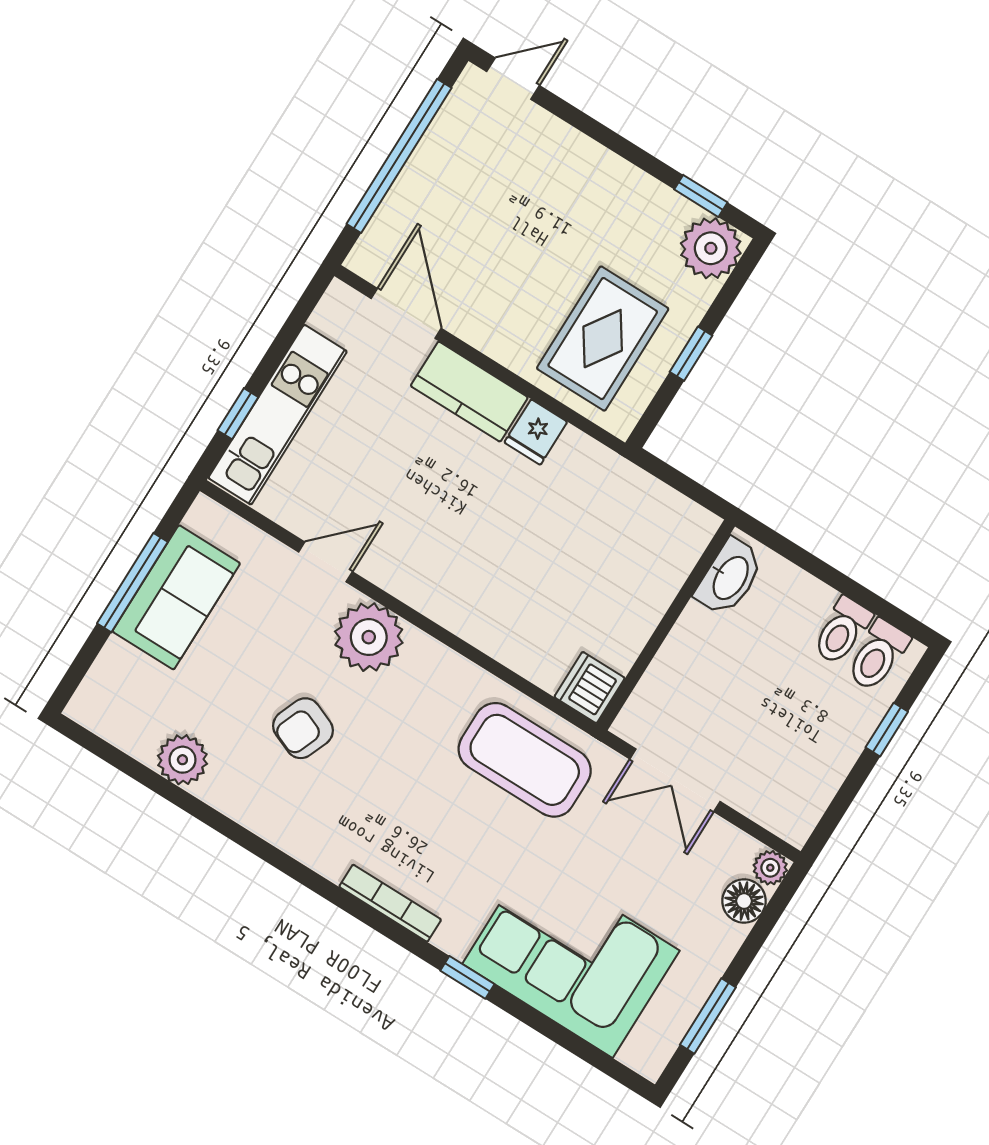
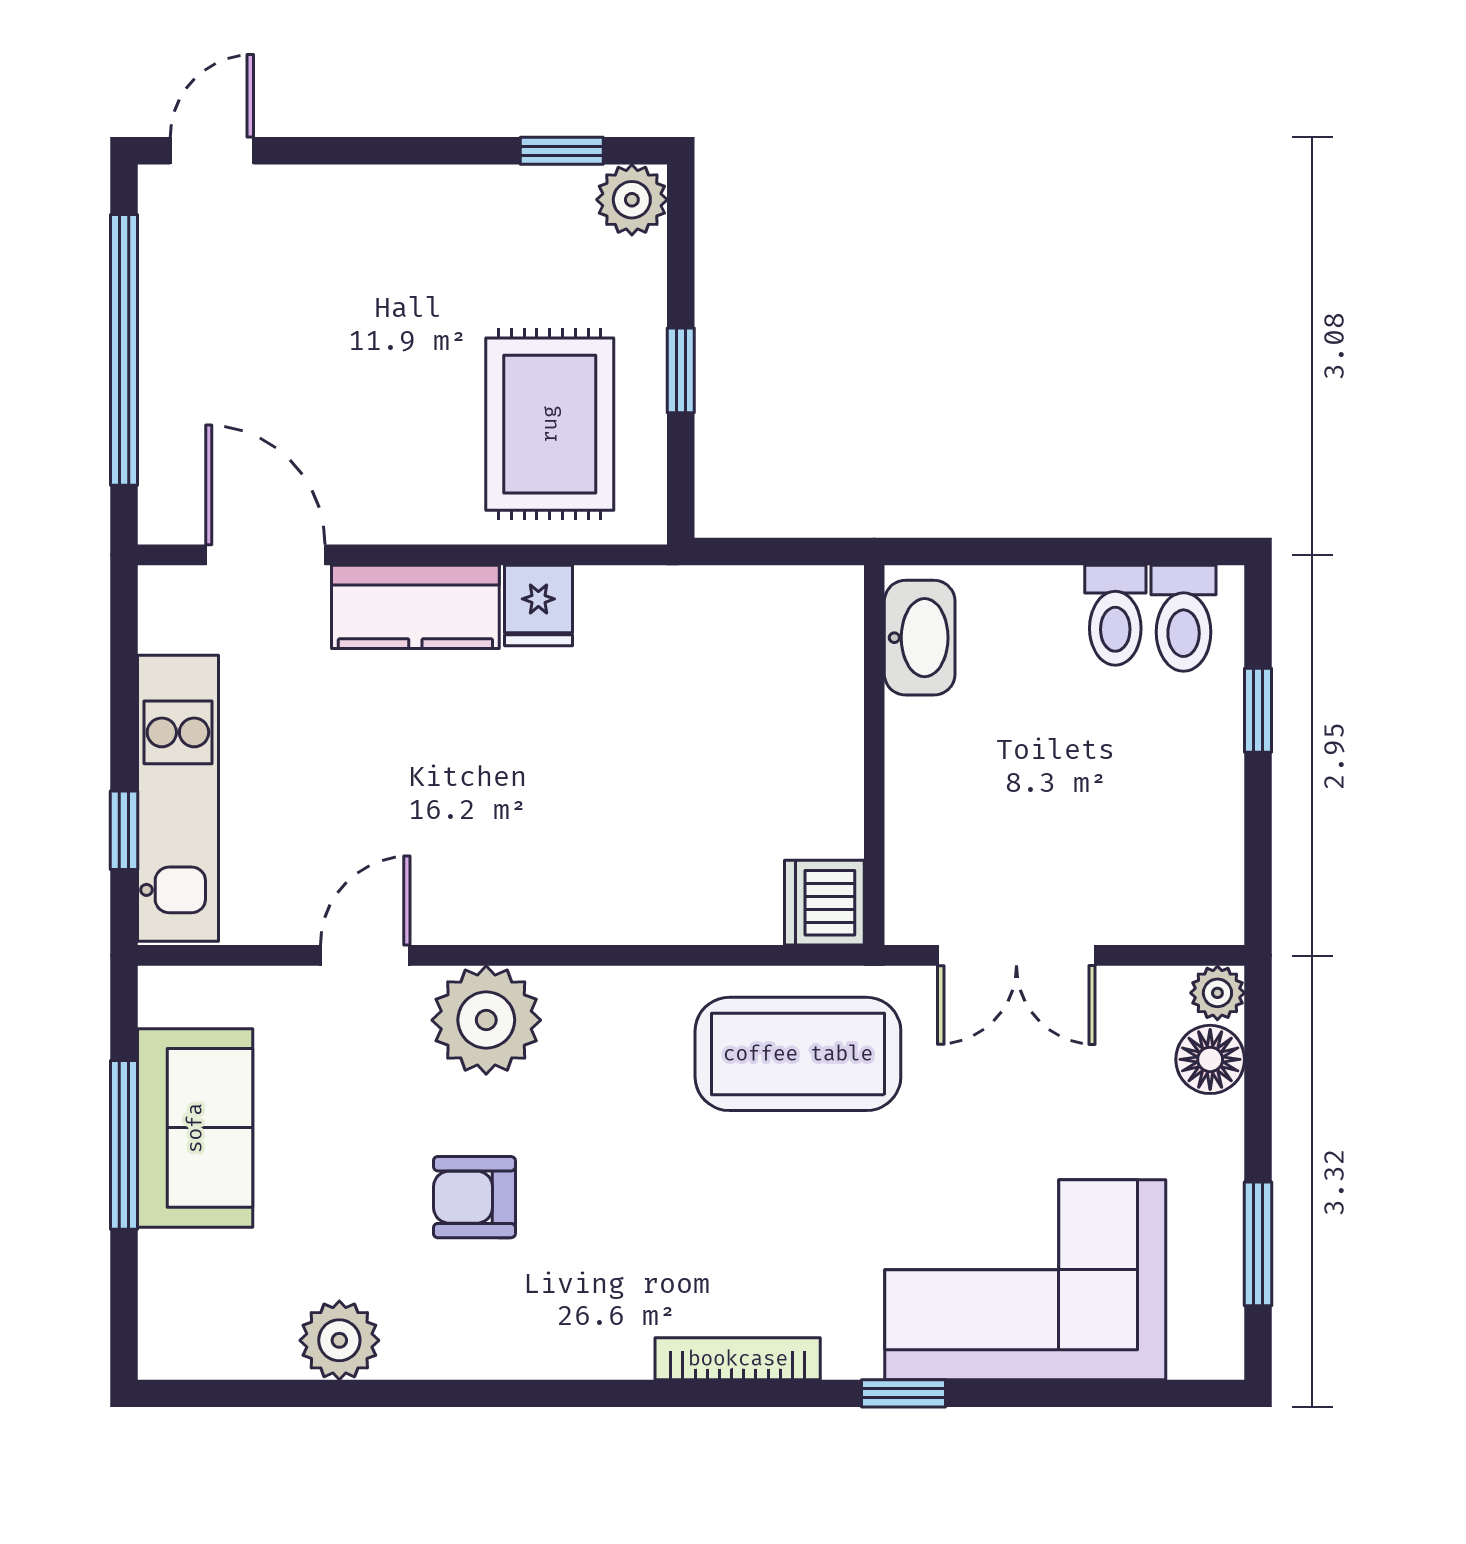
plant: (711, 248) -> (632, 200), width x0.73, depth x0.73
armchair: (303, 728) -> (474, 1197), turned 68

